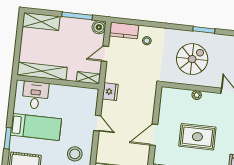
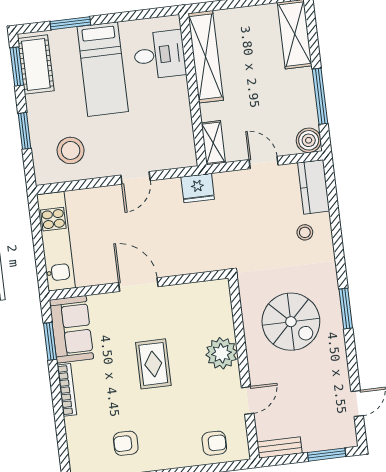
window: (204, 30) -> (346, 309), moved
plant: (197, 95) -> (222, 353), width x1.88, depth x1.88
rug: (197, 137) -> (153, 364), width x0.73, depth x0.70

